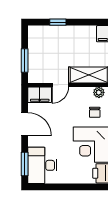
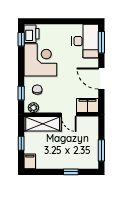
window: (25, 60) -> (101, 150), moved
door: (60, 85) -> (69, 114), swing flipped

